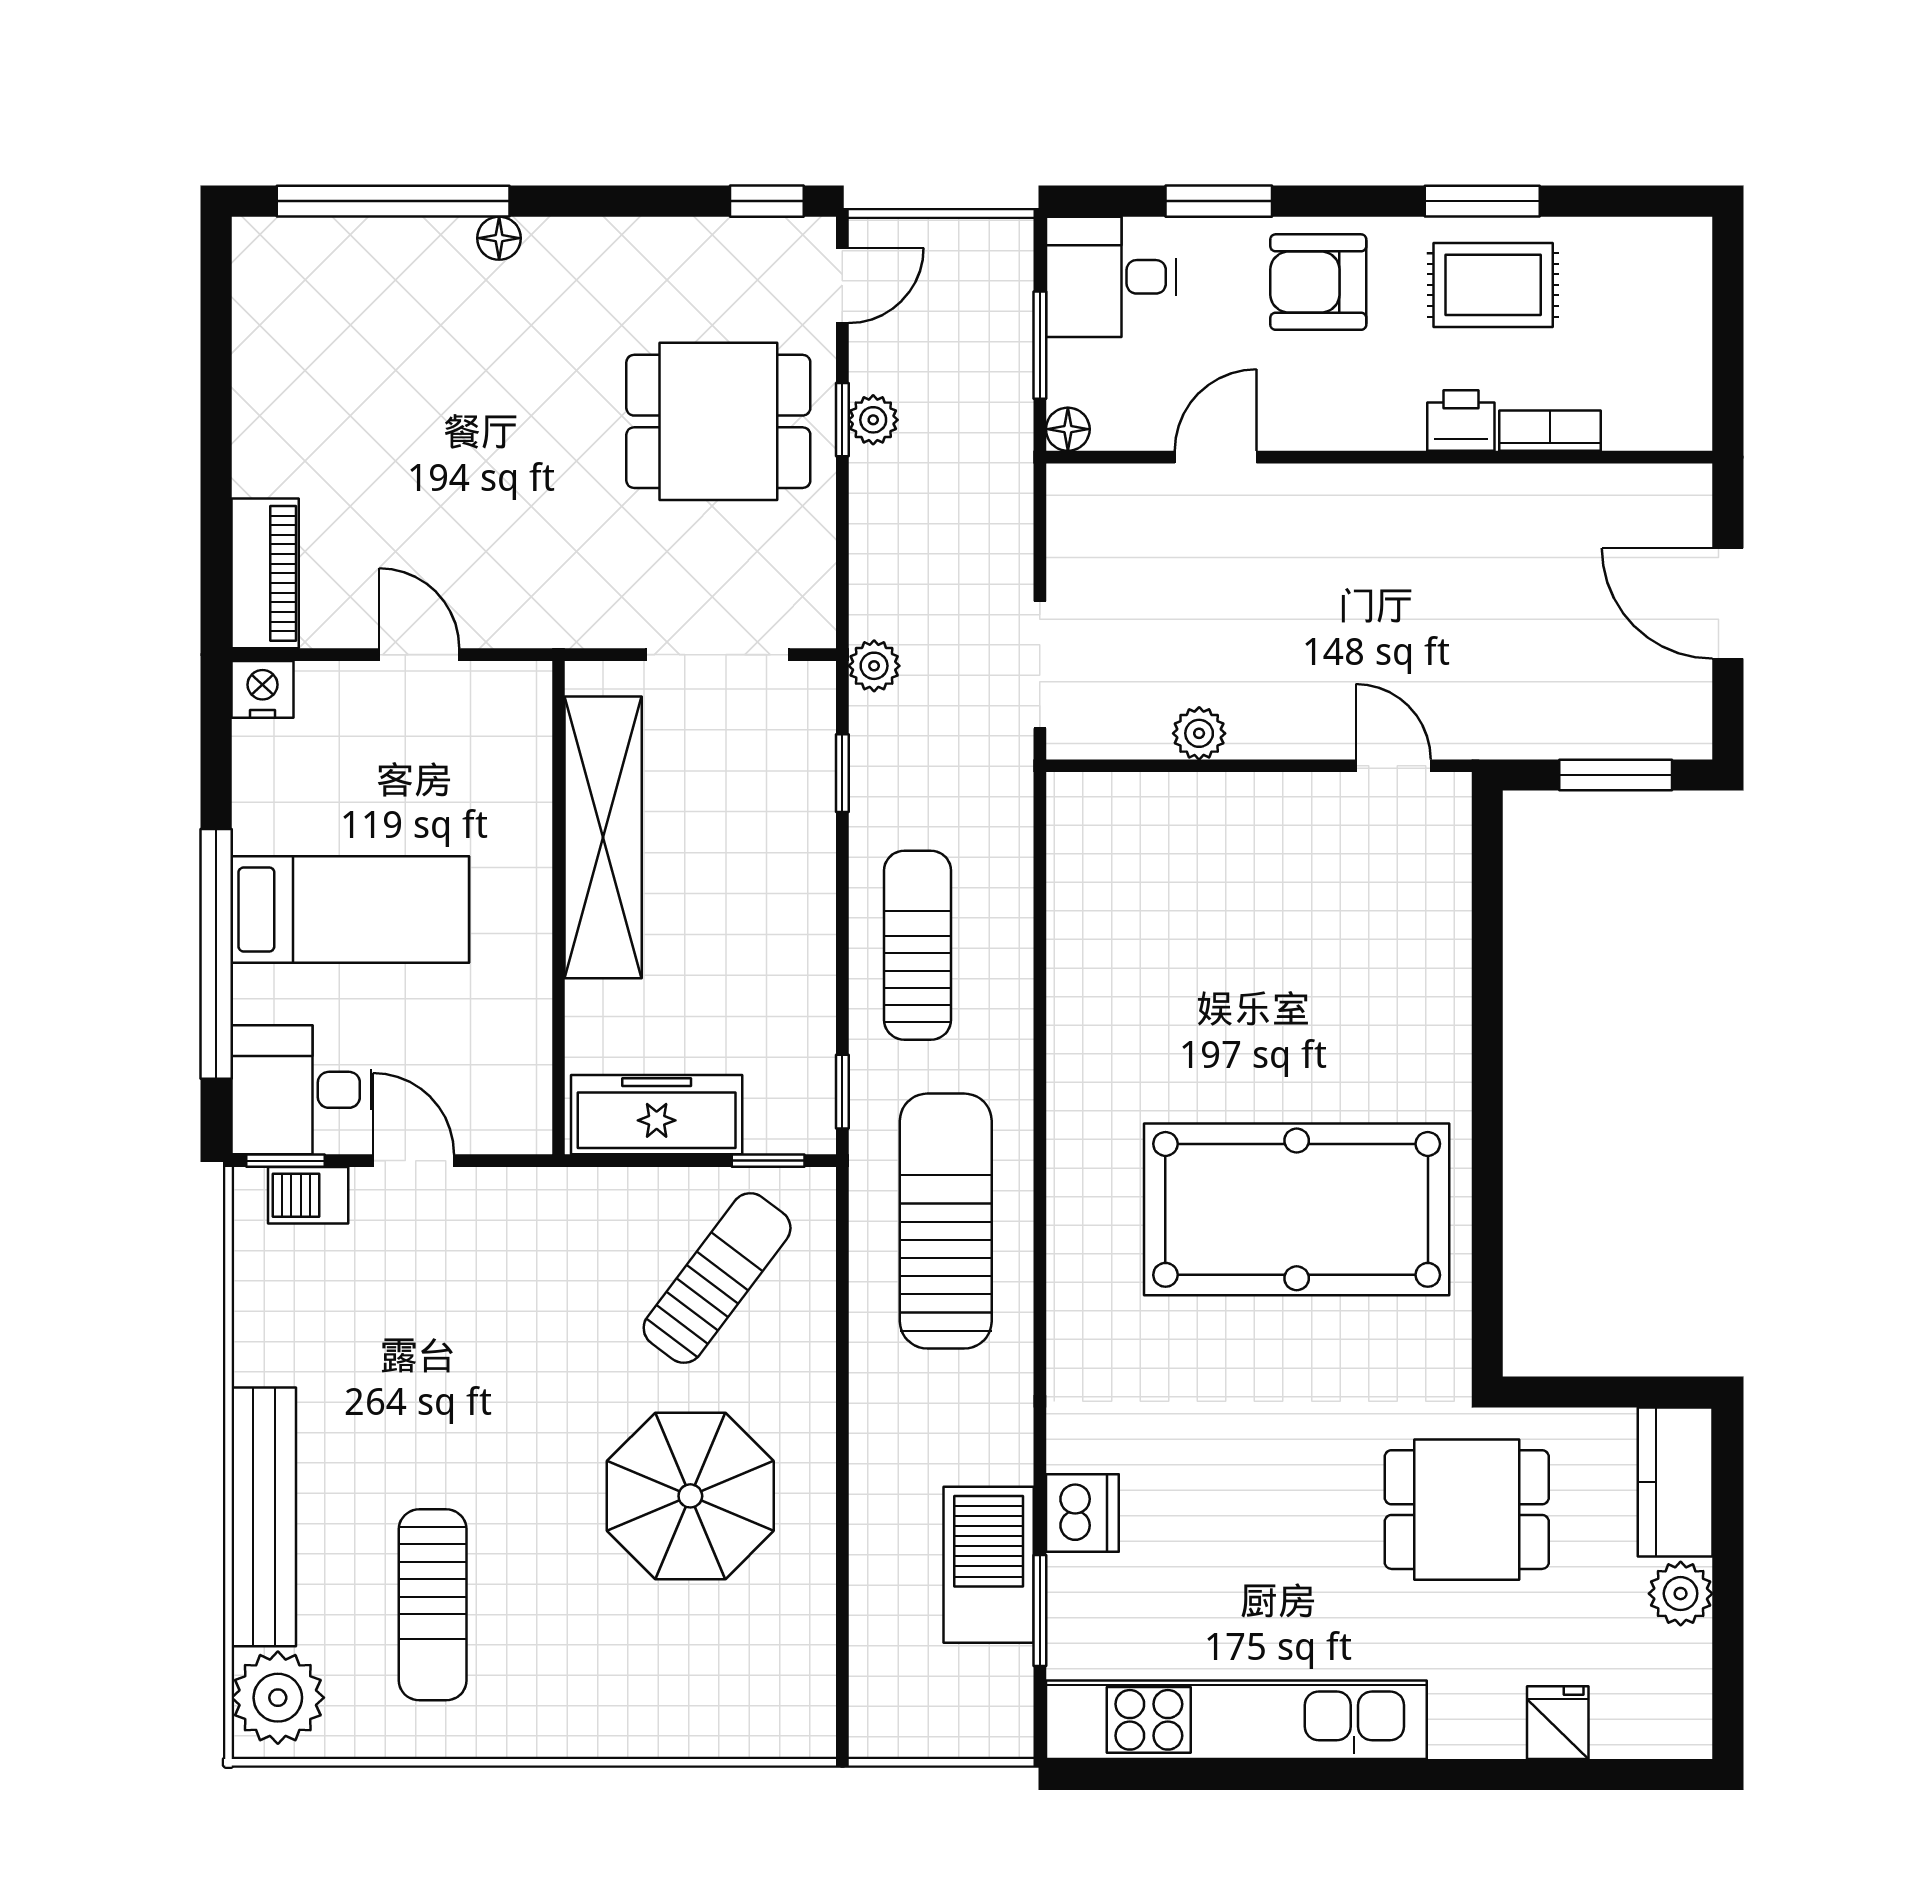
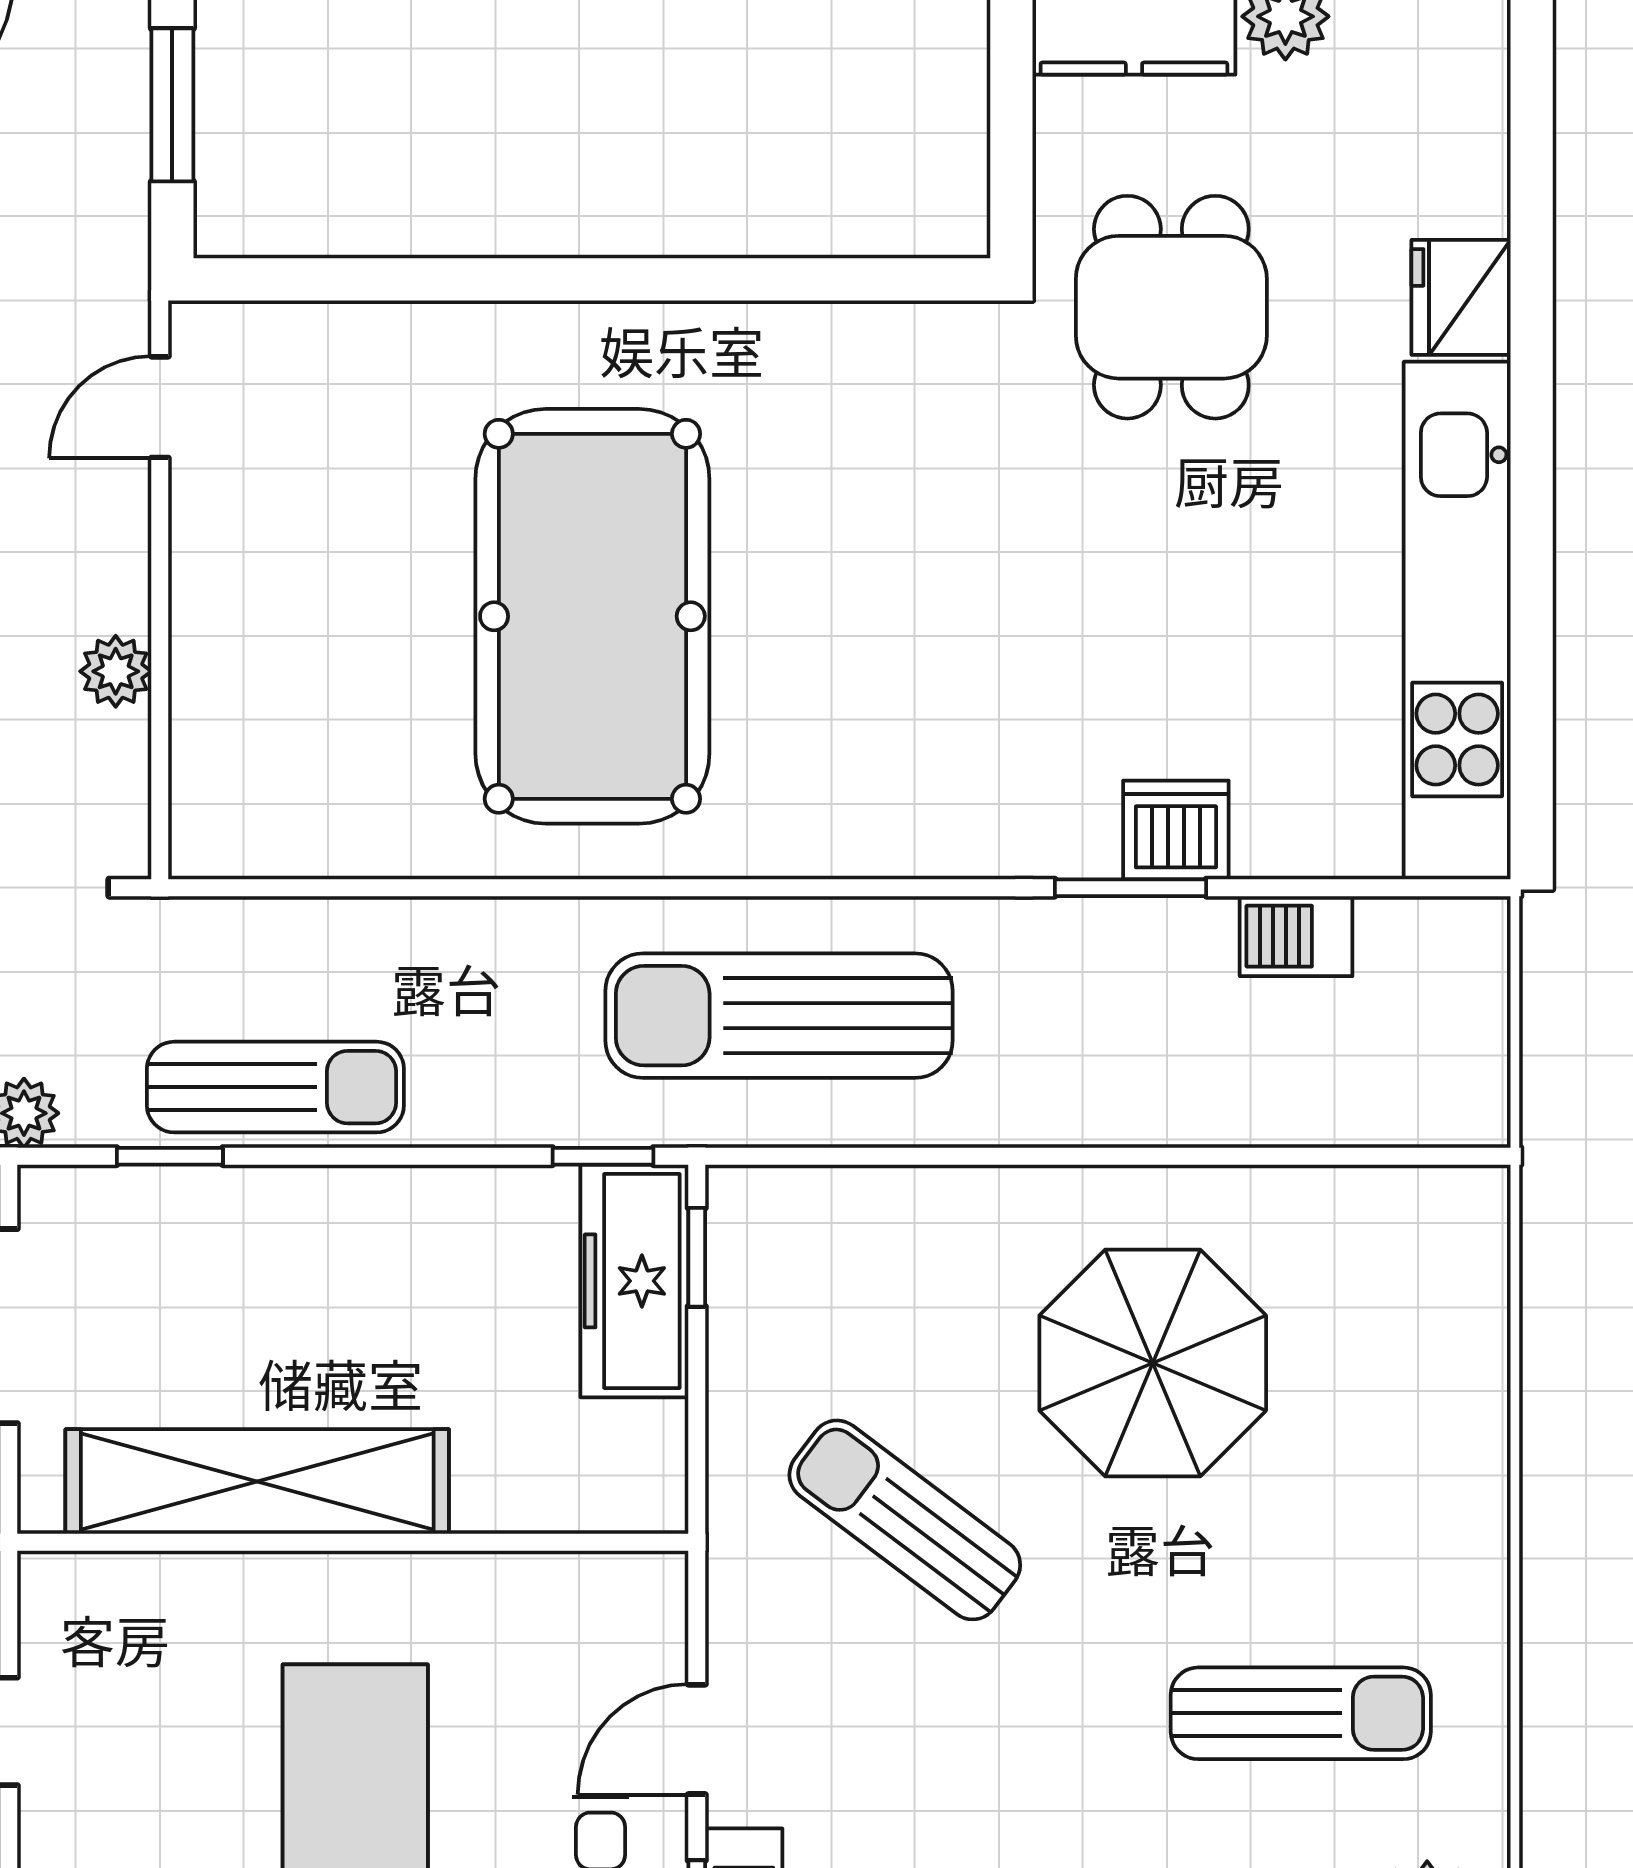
sun lounger: (918, 945) -> (275, 1087), moved, turned 180
freezer: (657, 1115) -> (634, 1281), moved
pool table: (1297, 1209) -> (592, 616), moved
sun lounger: (717, 1278) -> (905, 1520), moved
barbecue: (989, 1565) -> (1296, 936), width x0.53, depth x0.65
window: (1040, 1610) -> (1131, 888), moved
fridge: (1558, 1723) -> (1461, 297), moved, width x1.38

